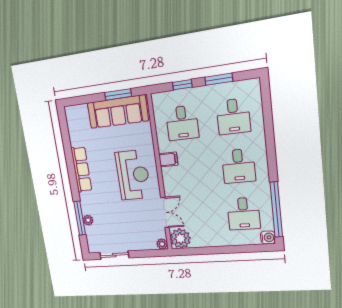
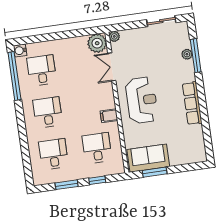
sofa: (118, 112) -> (148, 158), width x0.73
reception desk: (133, 175) -> (142, 100), turned 180

